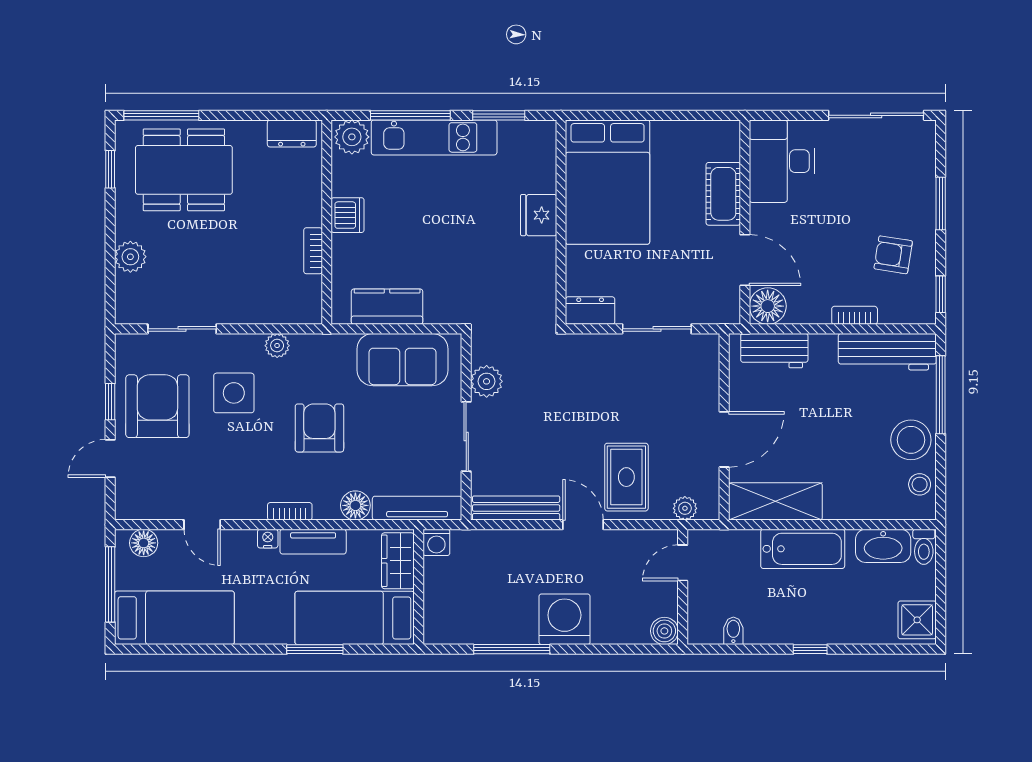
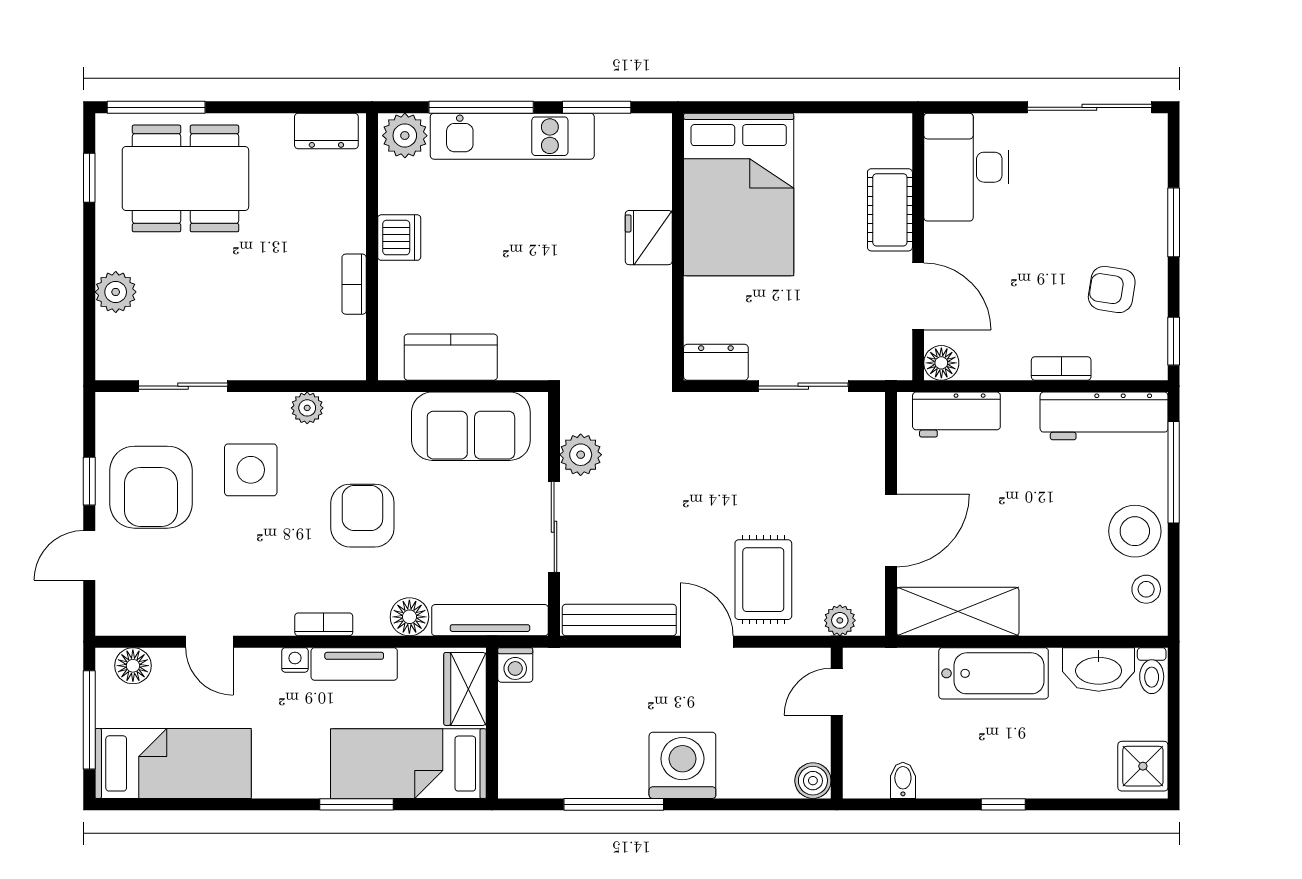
floor lamp: (768, 306) -> (941, 363), width x0.73, depth x0.73
armchair: (157, 406) -> (151, 487), turned 180

